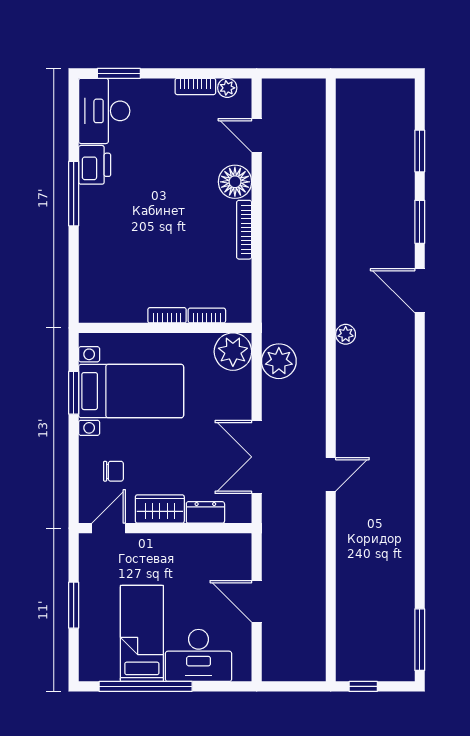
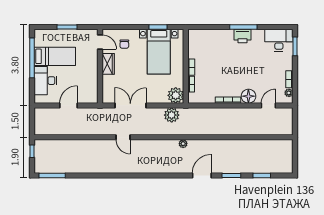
printer: (95, 165) -> (242, 36), moved
dresser: (205, 512) -> (107, 84), removed

